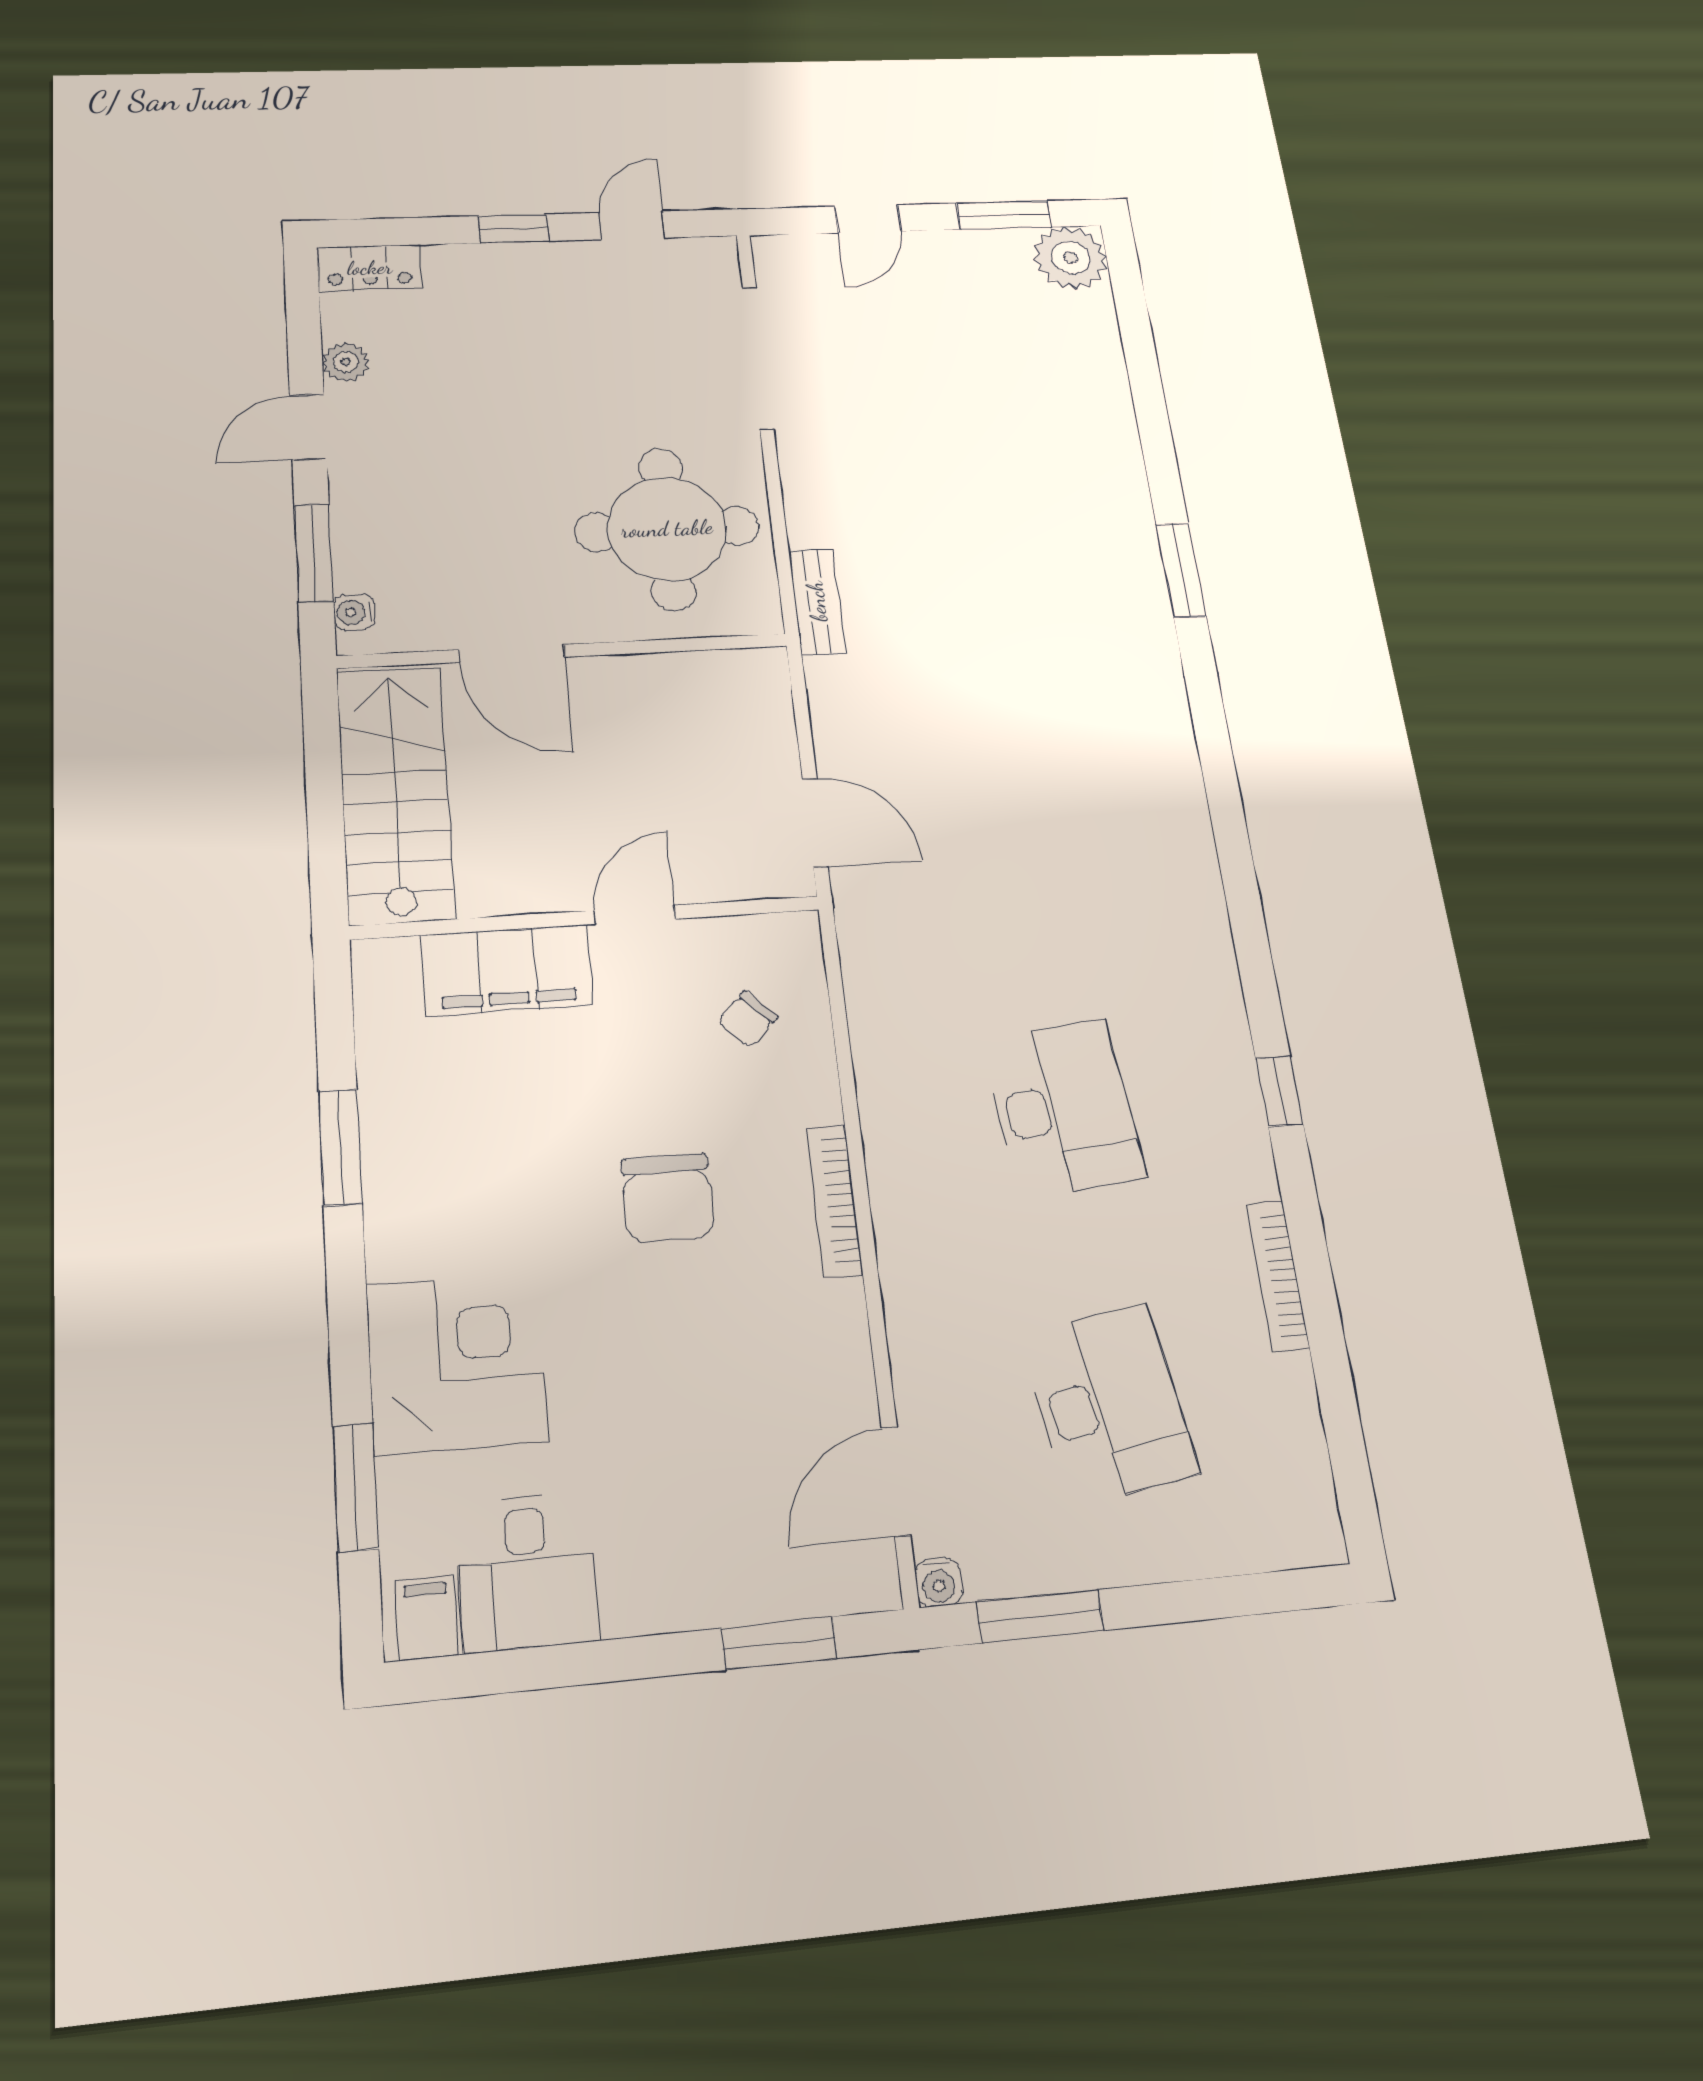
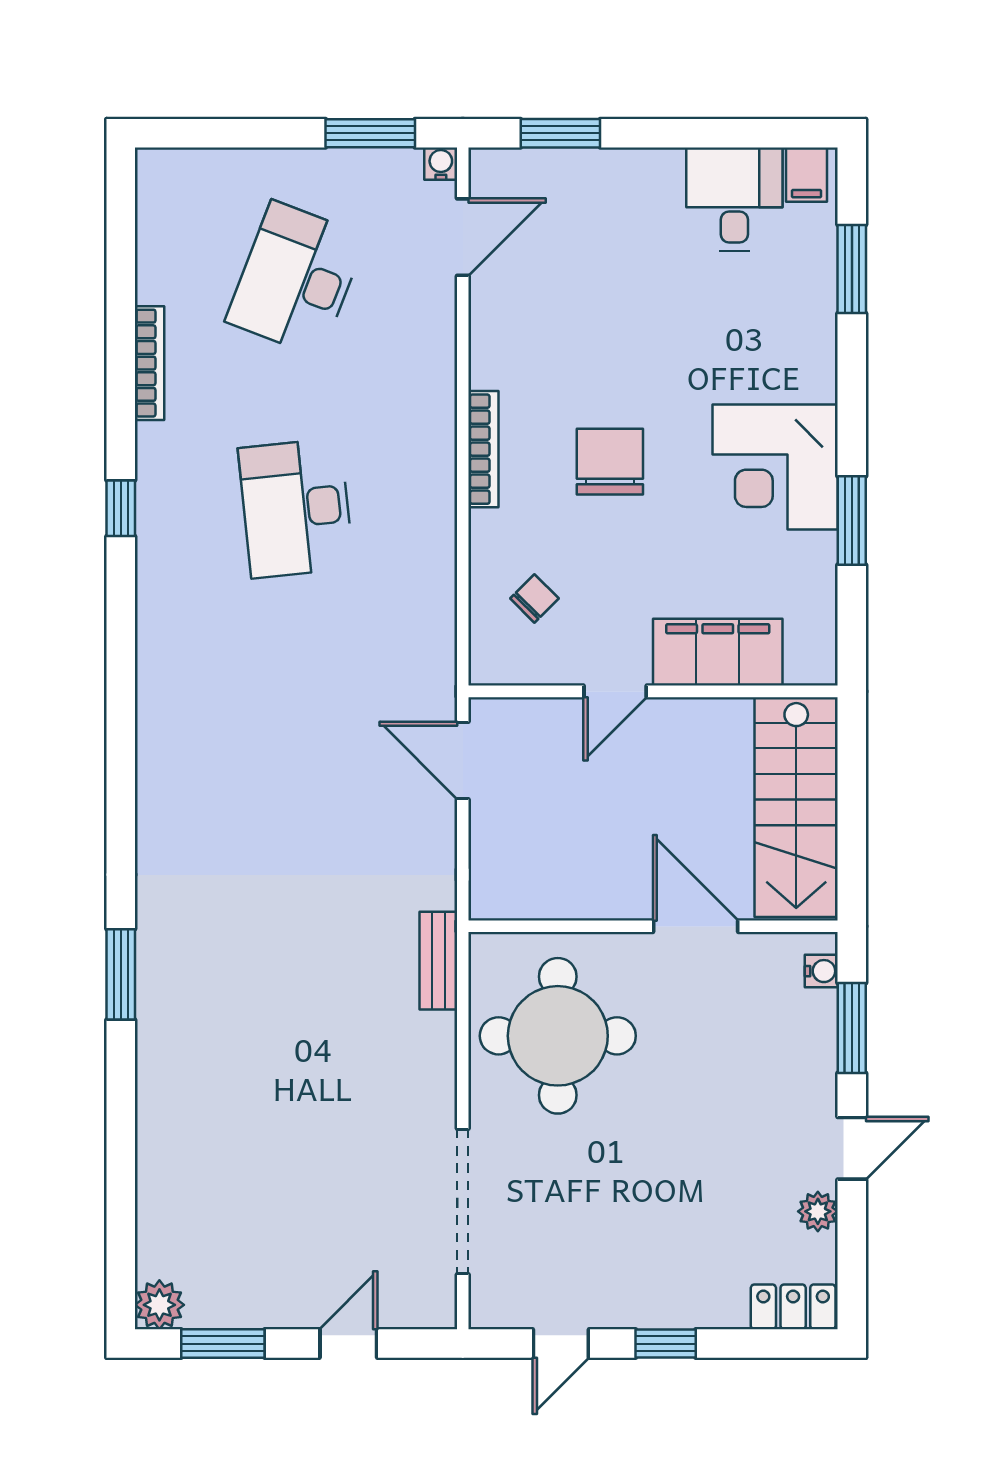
plant: (1070, 257) -> (159, 1305), width x0.73, depth x0.73
corner desk: (456, 1363) -> (775, 467), moved
desk: (1109, 1404) -> (296, 279), turned 30

